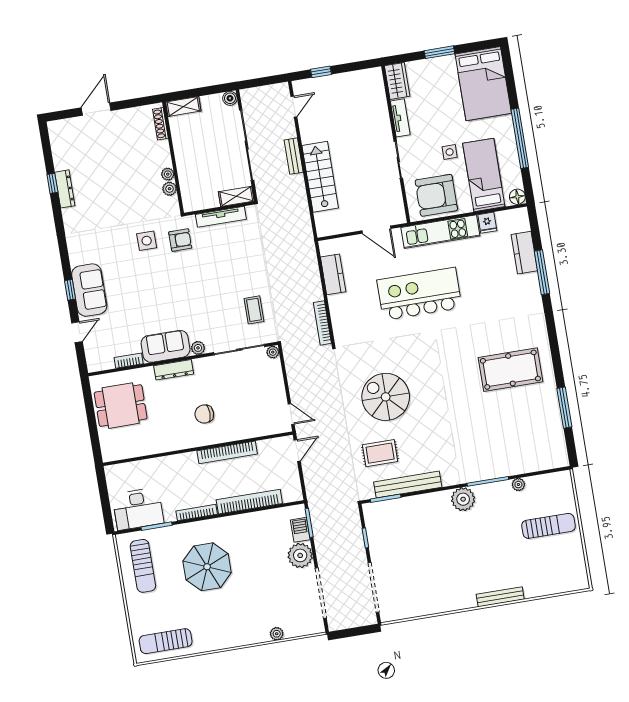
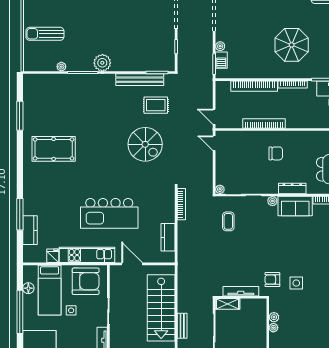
stairs: (320, 177) -> (161, 308), width x1.36, depth x1.51
floor lamp: (517, 197) -> (28, 288), moved
door: (297, 451) -> (214, 117), hinge flipped
plant: (300, 555) -> (220, 46), width x0.53, depth x0.53

